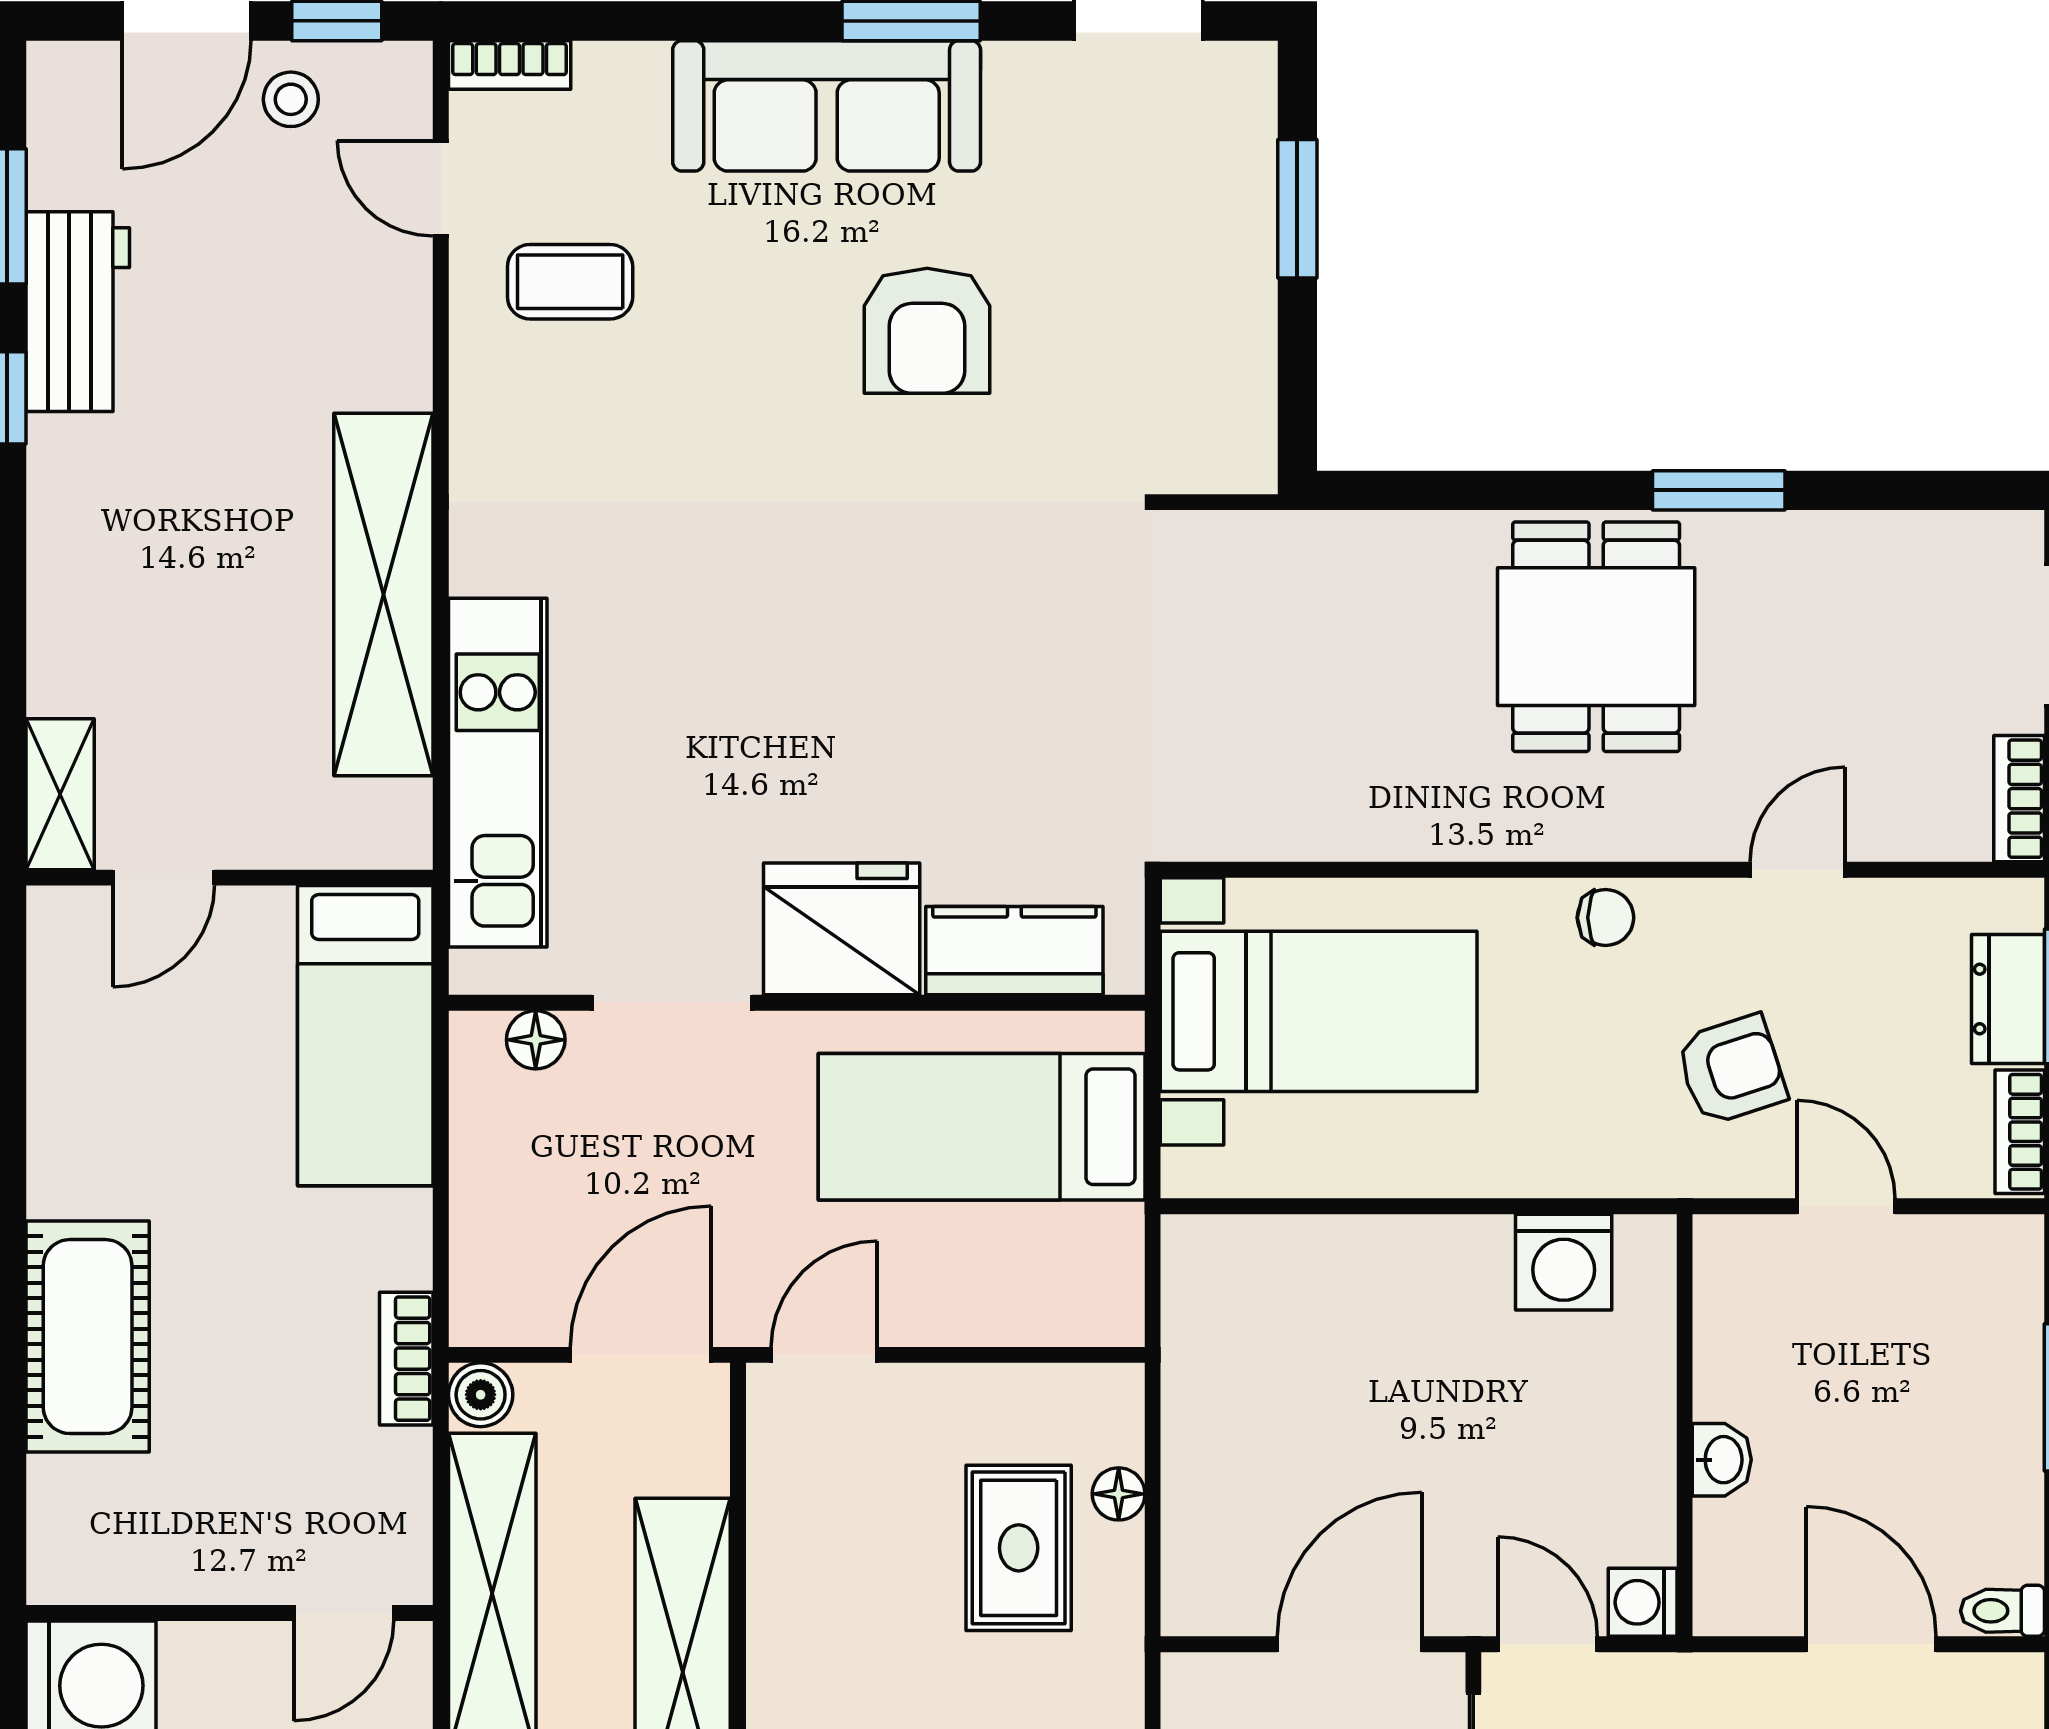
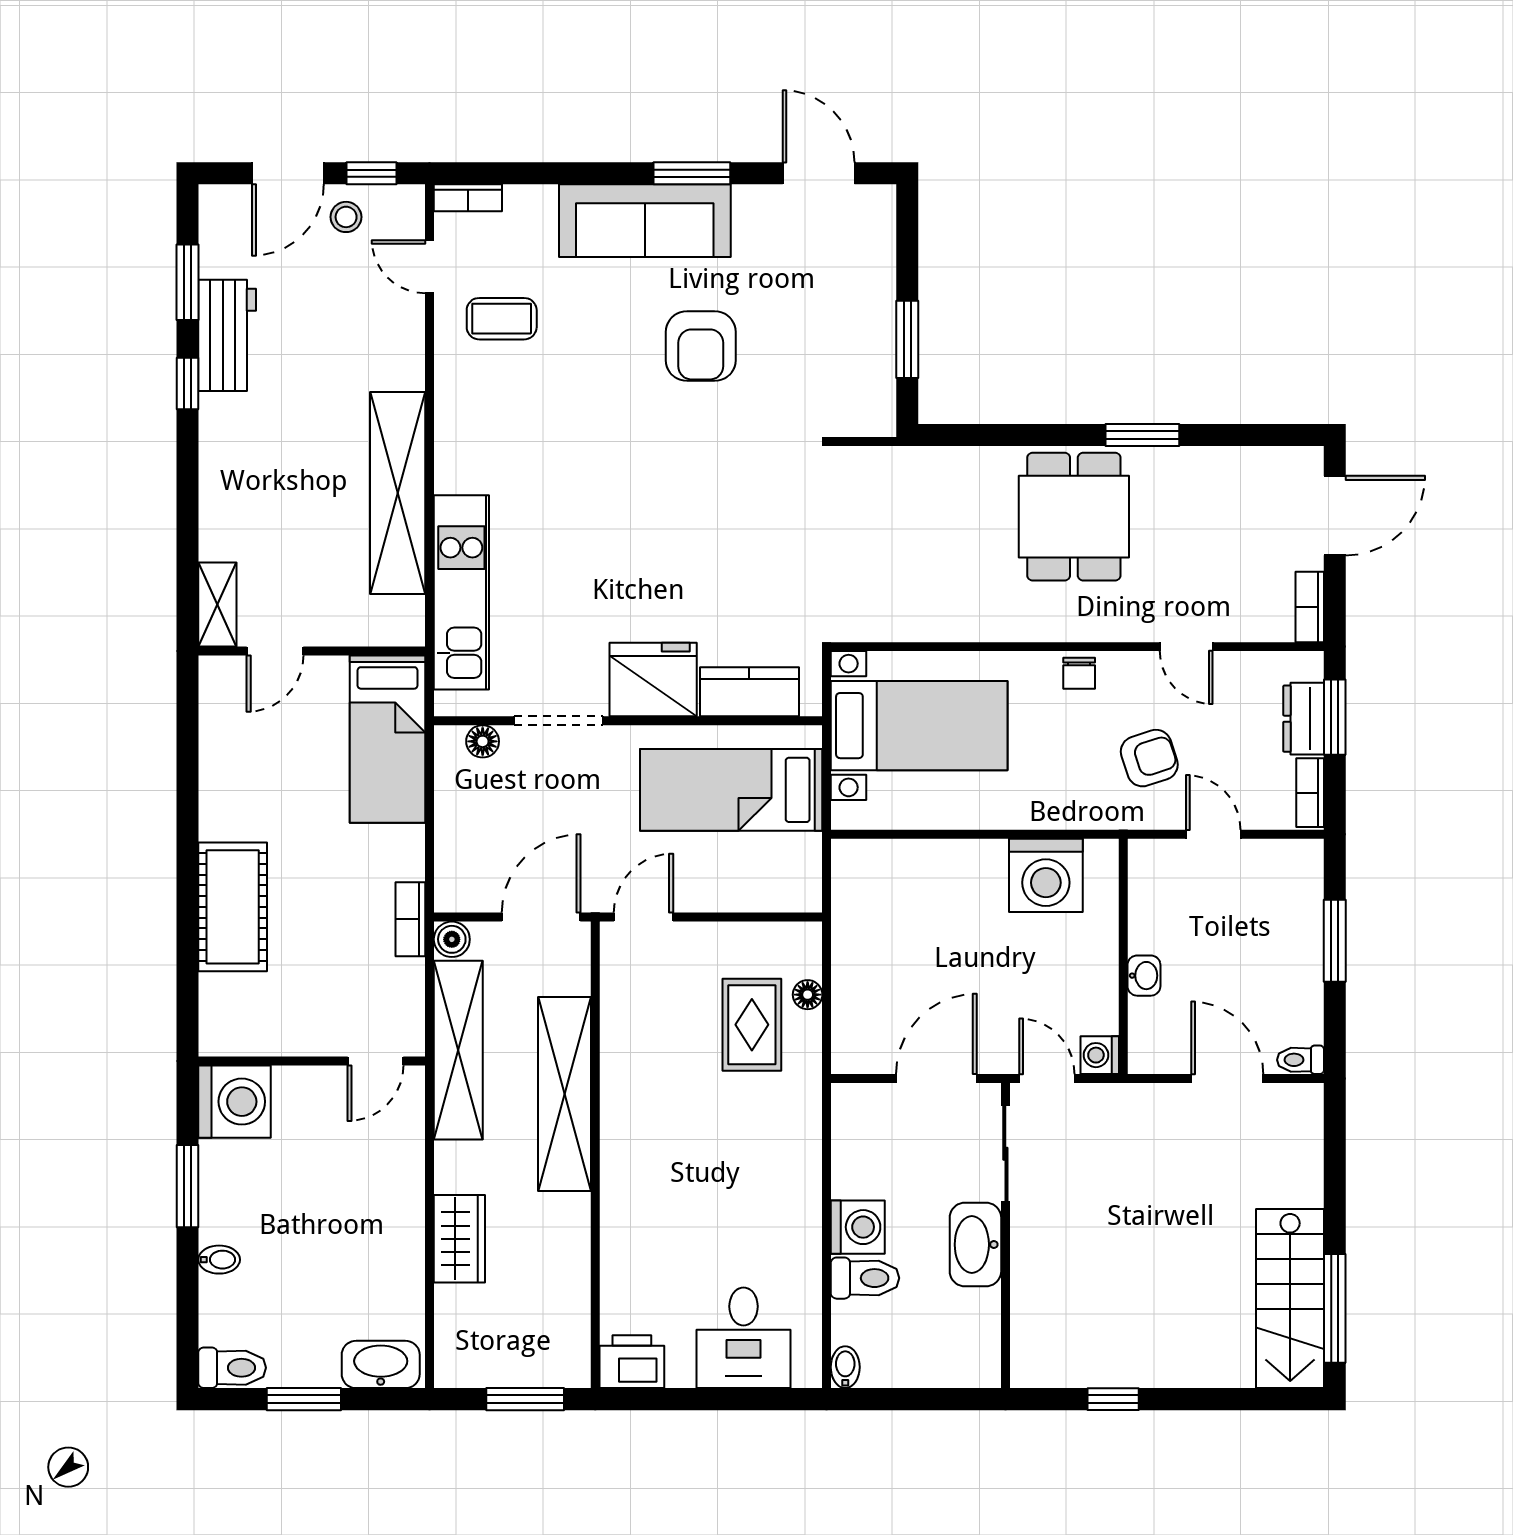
window: (1297, 209) -> (907, 339), moved
door: (1798, 870) -> (1186, 647), swing flipped
chair: (1606, 918) -> (1079, 673), turned 90
washing machine: (1564, 1262) -> (1046, 875), width x1.37, depth x1.37

